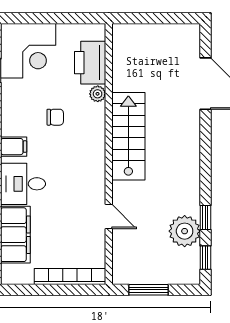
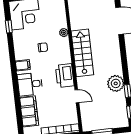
printer: (90, 63) -> (65, 75), moved
plant: (185, 231) -> (116, 83), moved

